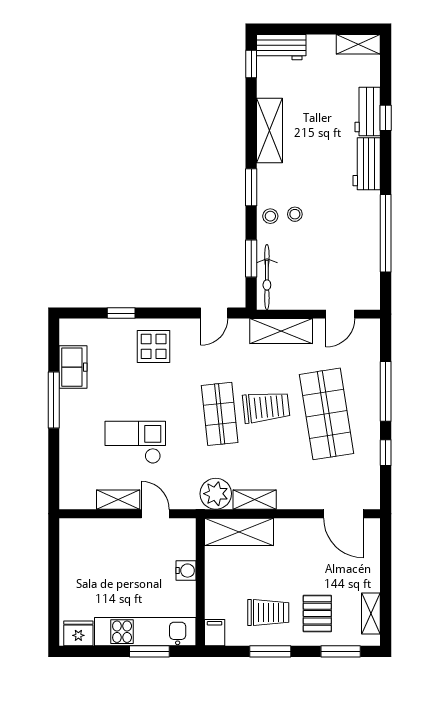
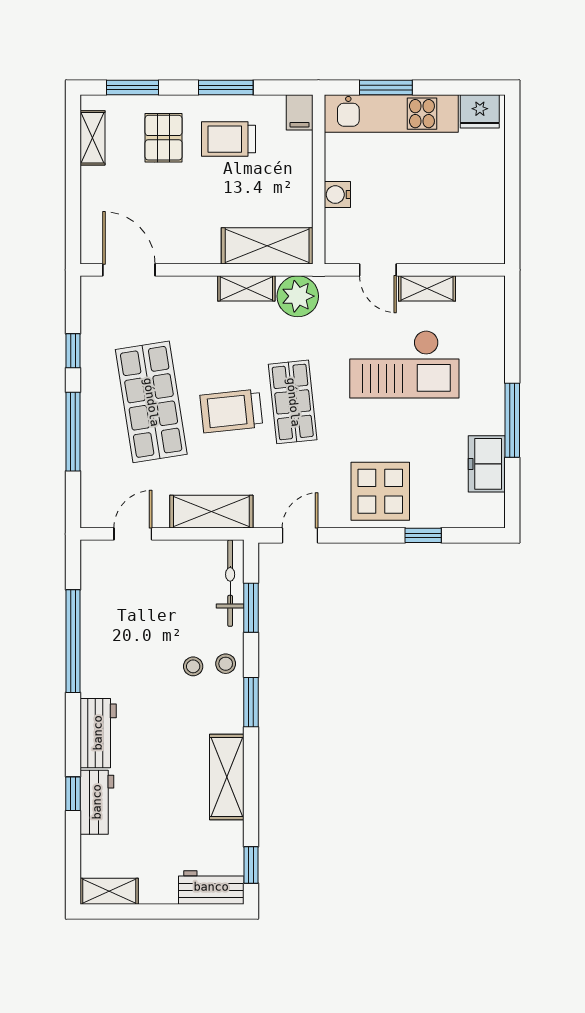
display table: (154, 346) -> (380, 491), width x1.36, depth x1.36
checkout: (135, 442) -> (404, 364), width x1.36, depth x1.21

